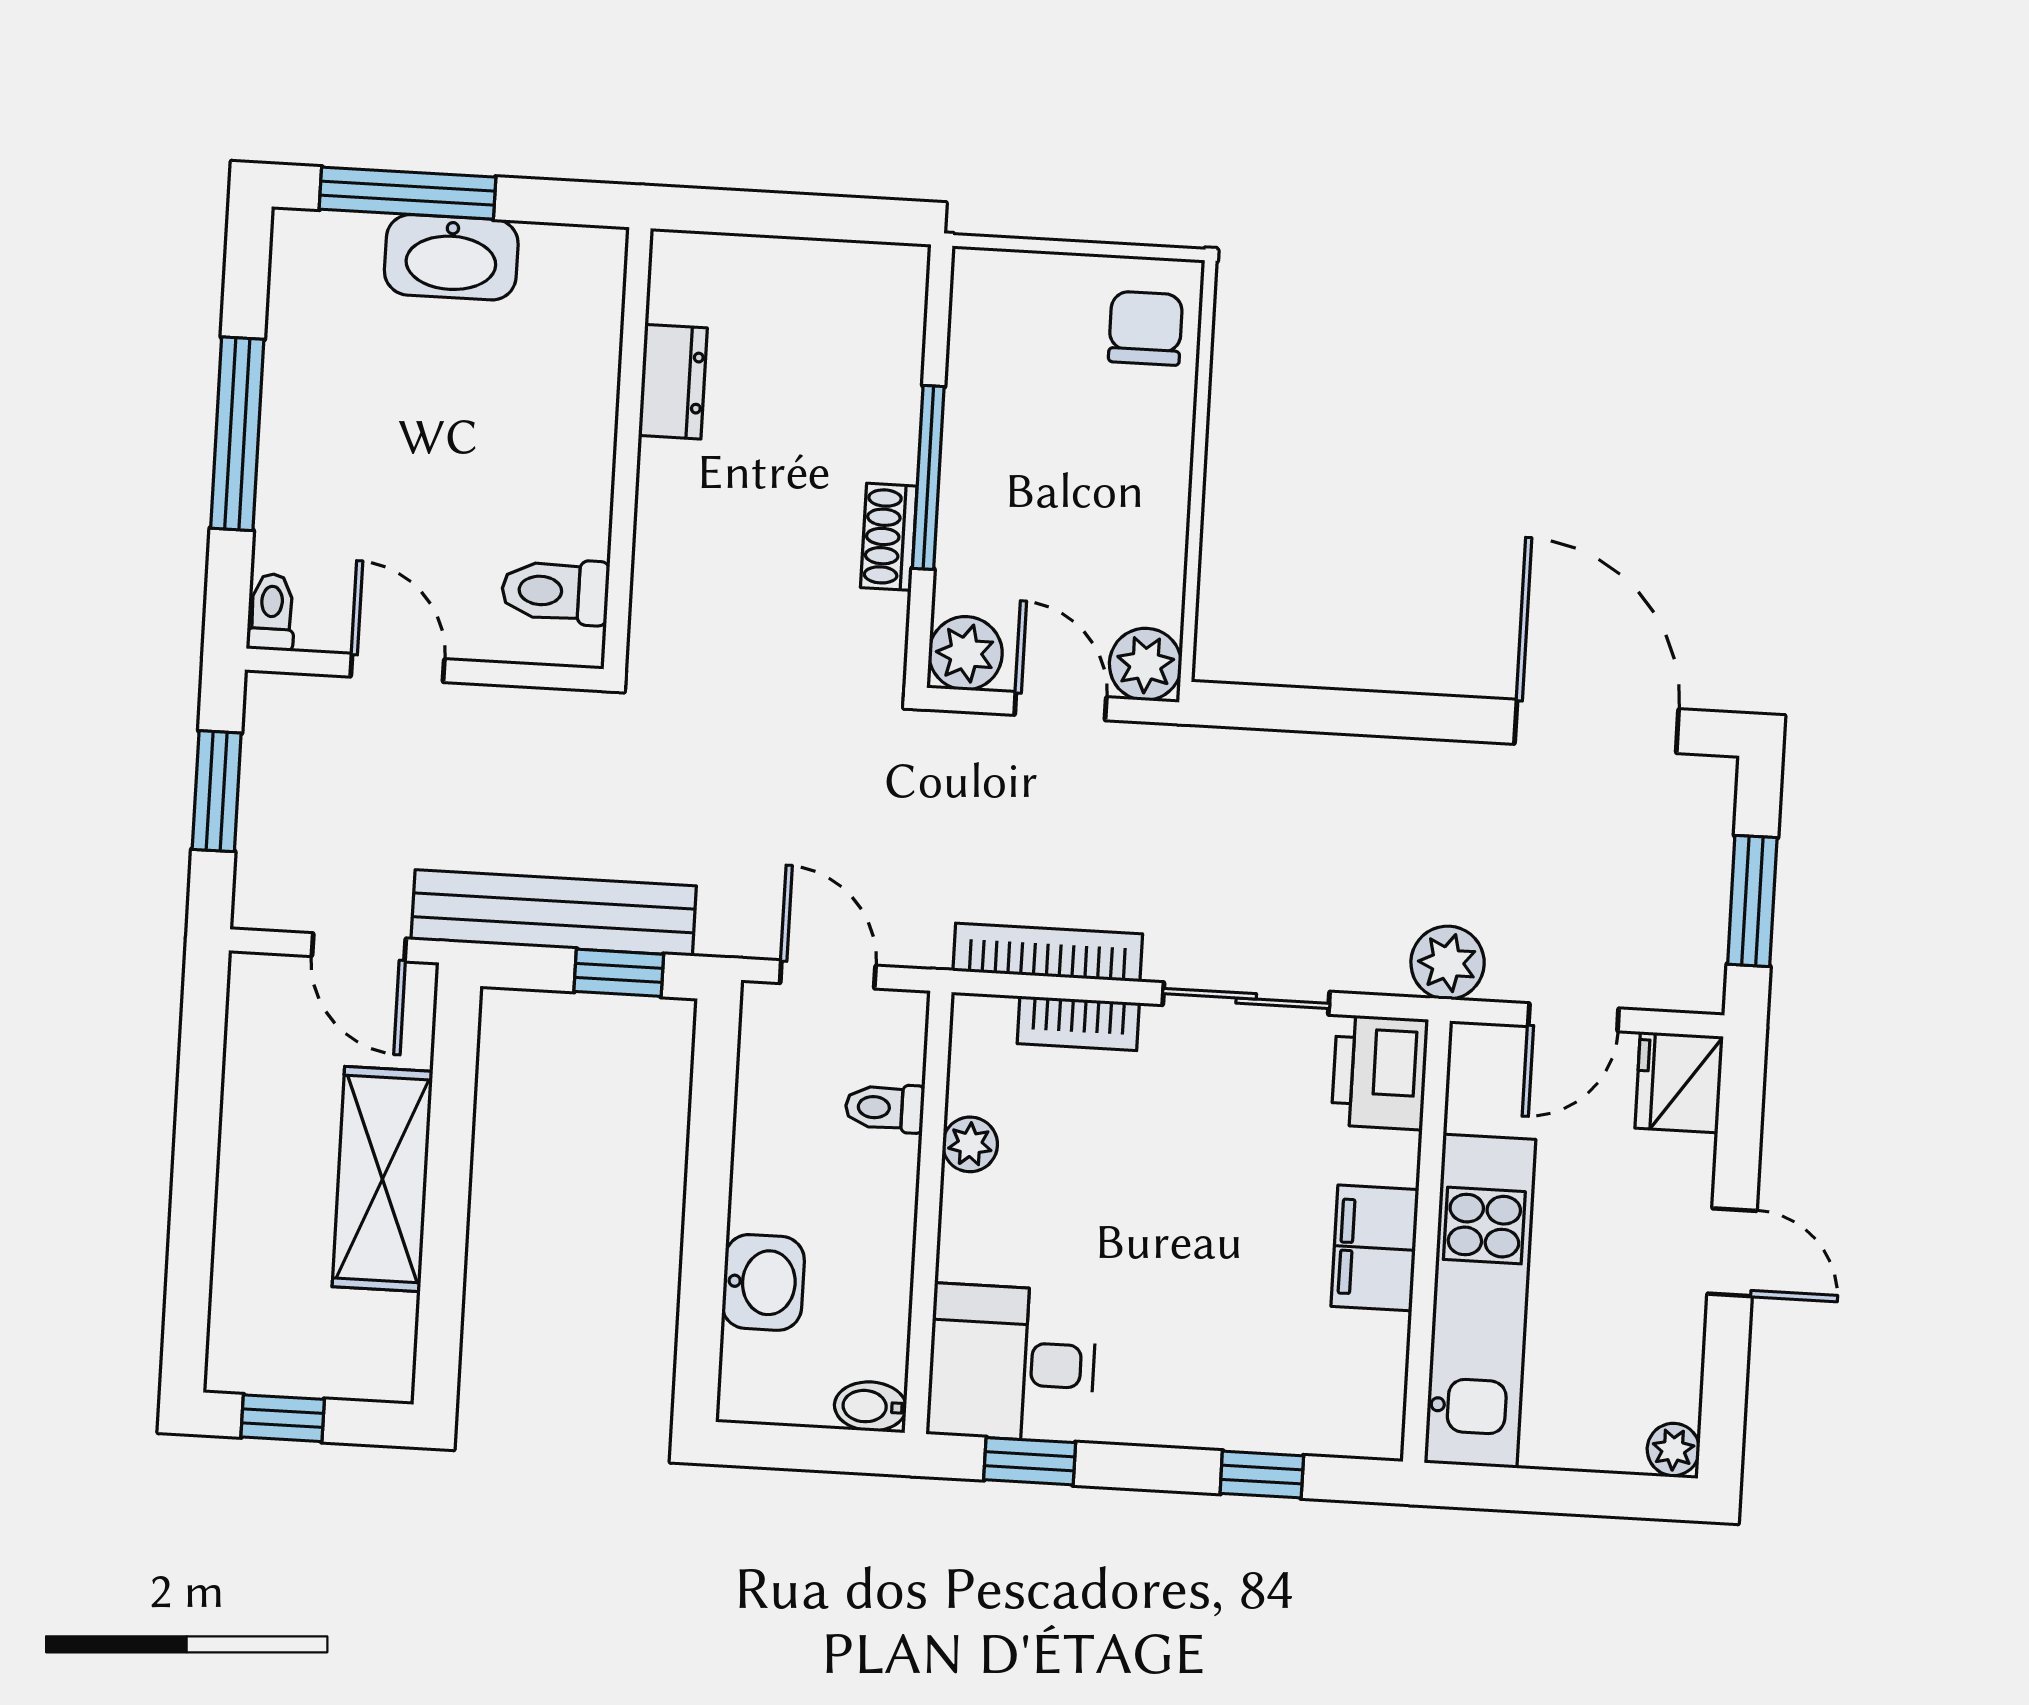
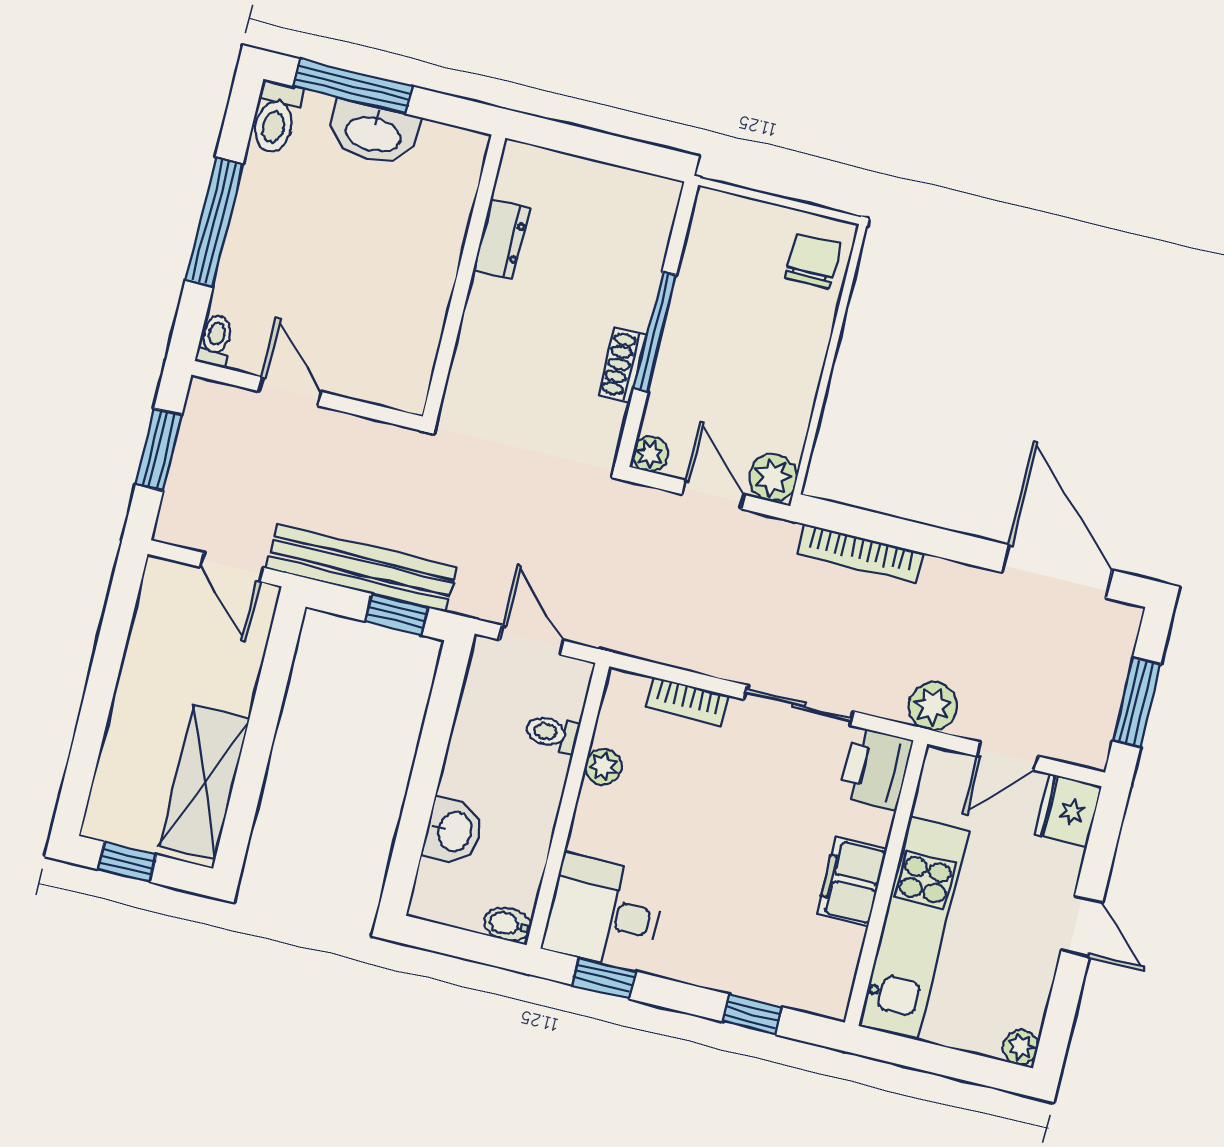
toilet: (555, 591) -> (276, 118), moved, turned -90
plant: (965, 653) -> (650, 454), width x0.73, depth x0.73
bookcase: (1048, 952) -> (860, 554), moved, turned 180
shelving: (382, 1179) -> (204, 782), moved

